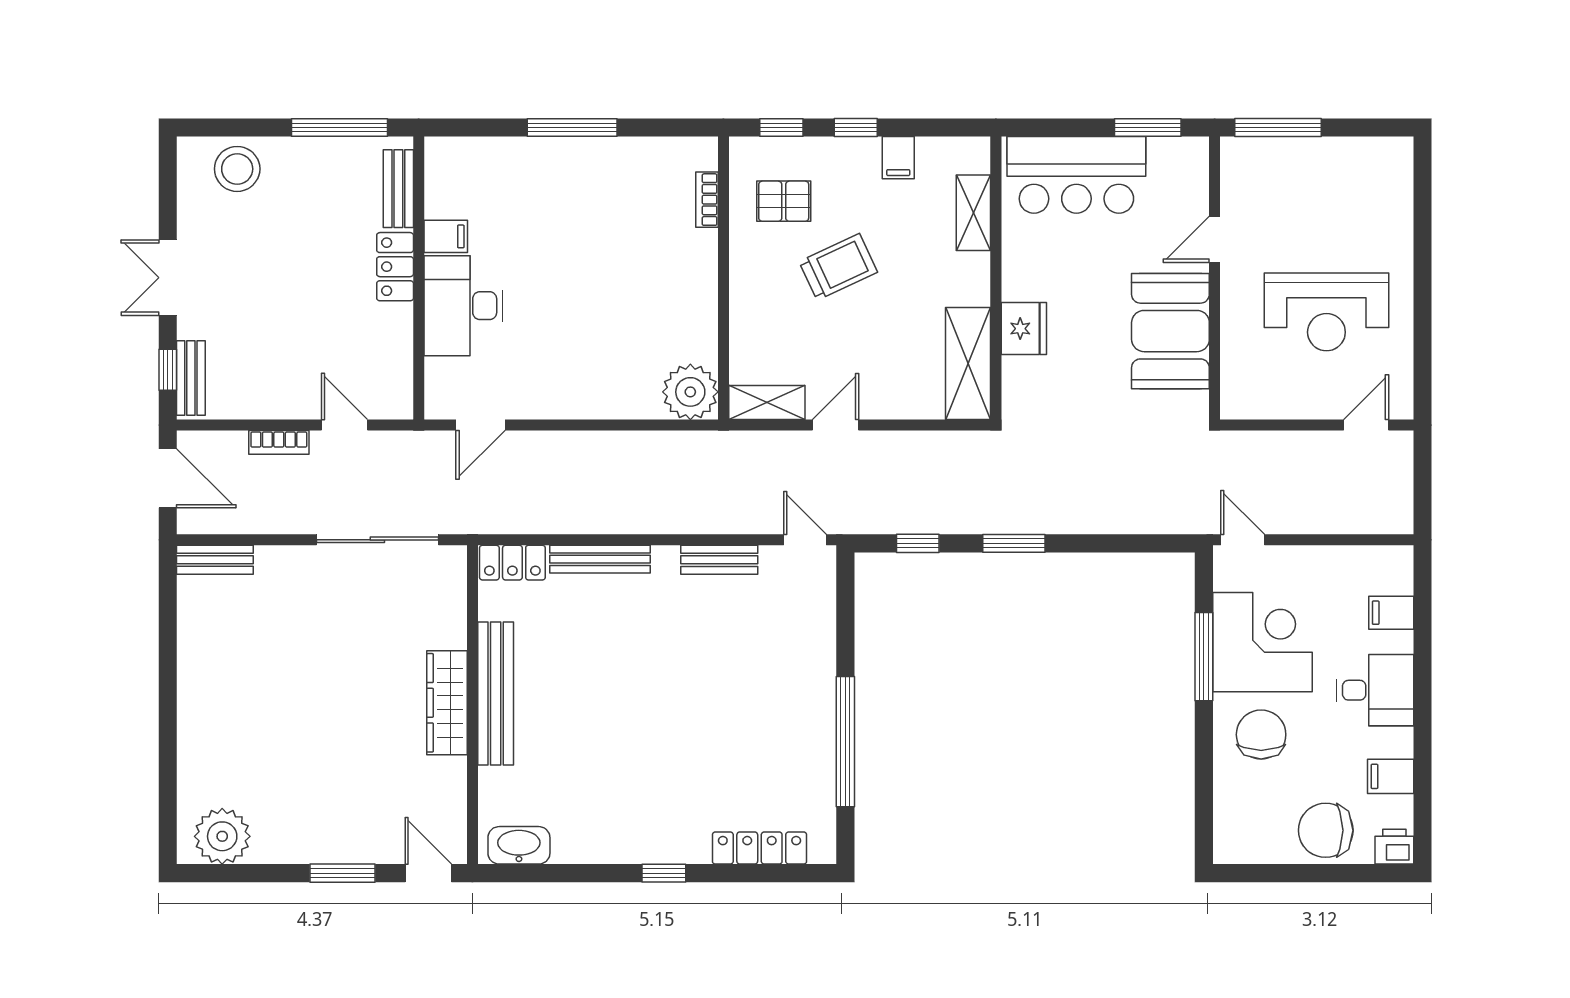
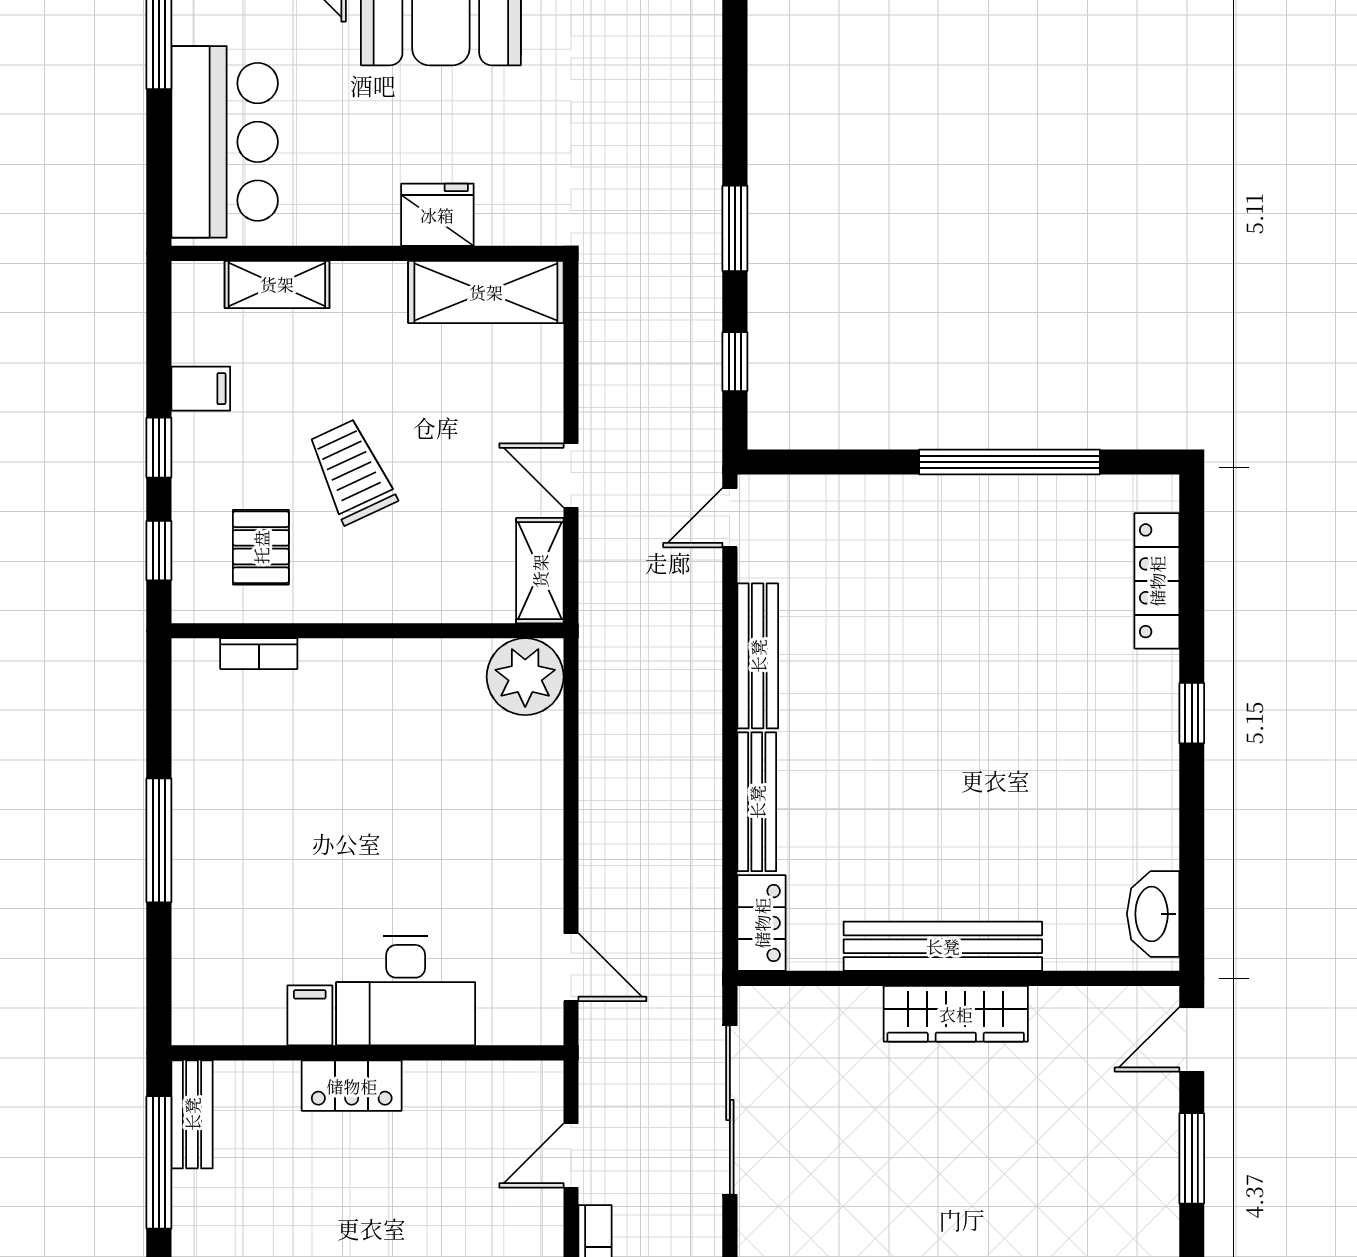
bench: (398, 189) -> (192, 1114), moved, turned 90
bench: (719, 560) -> (758, 656), width x1.36

